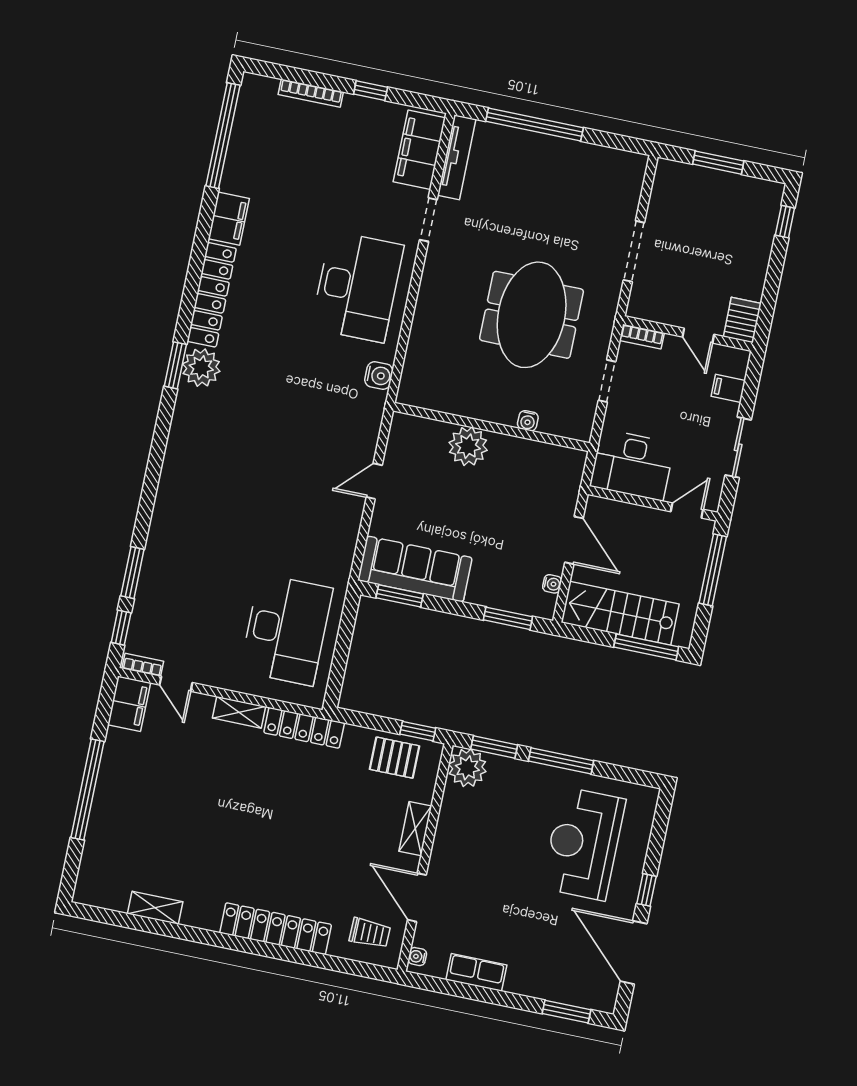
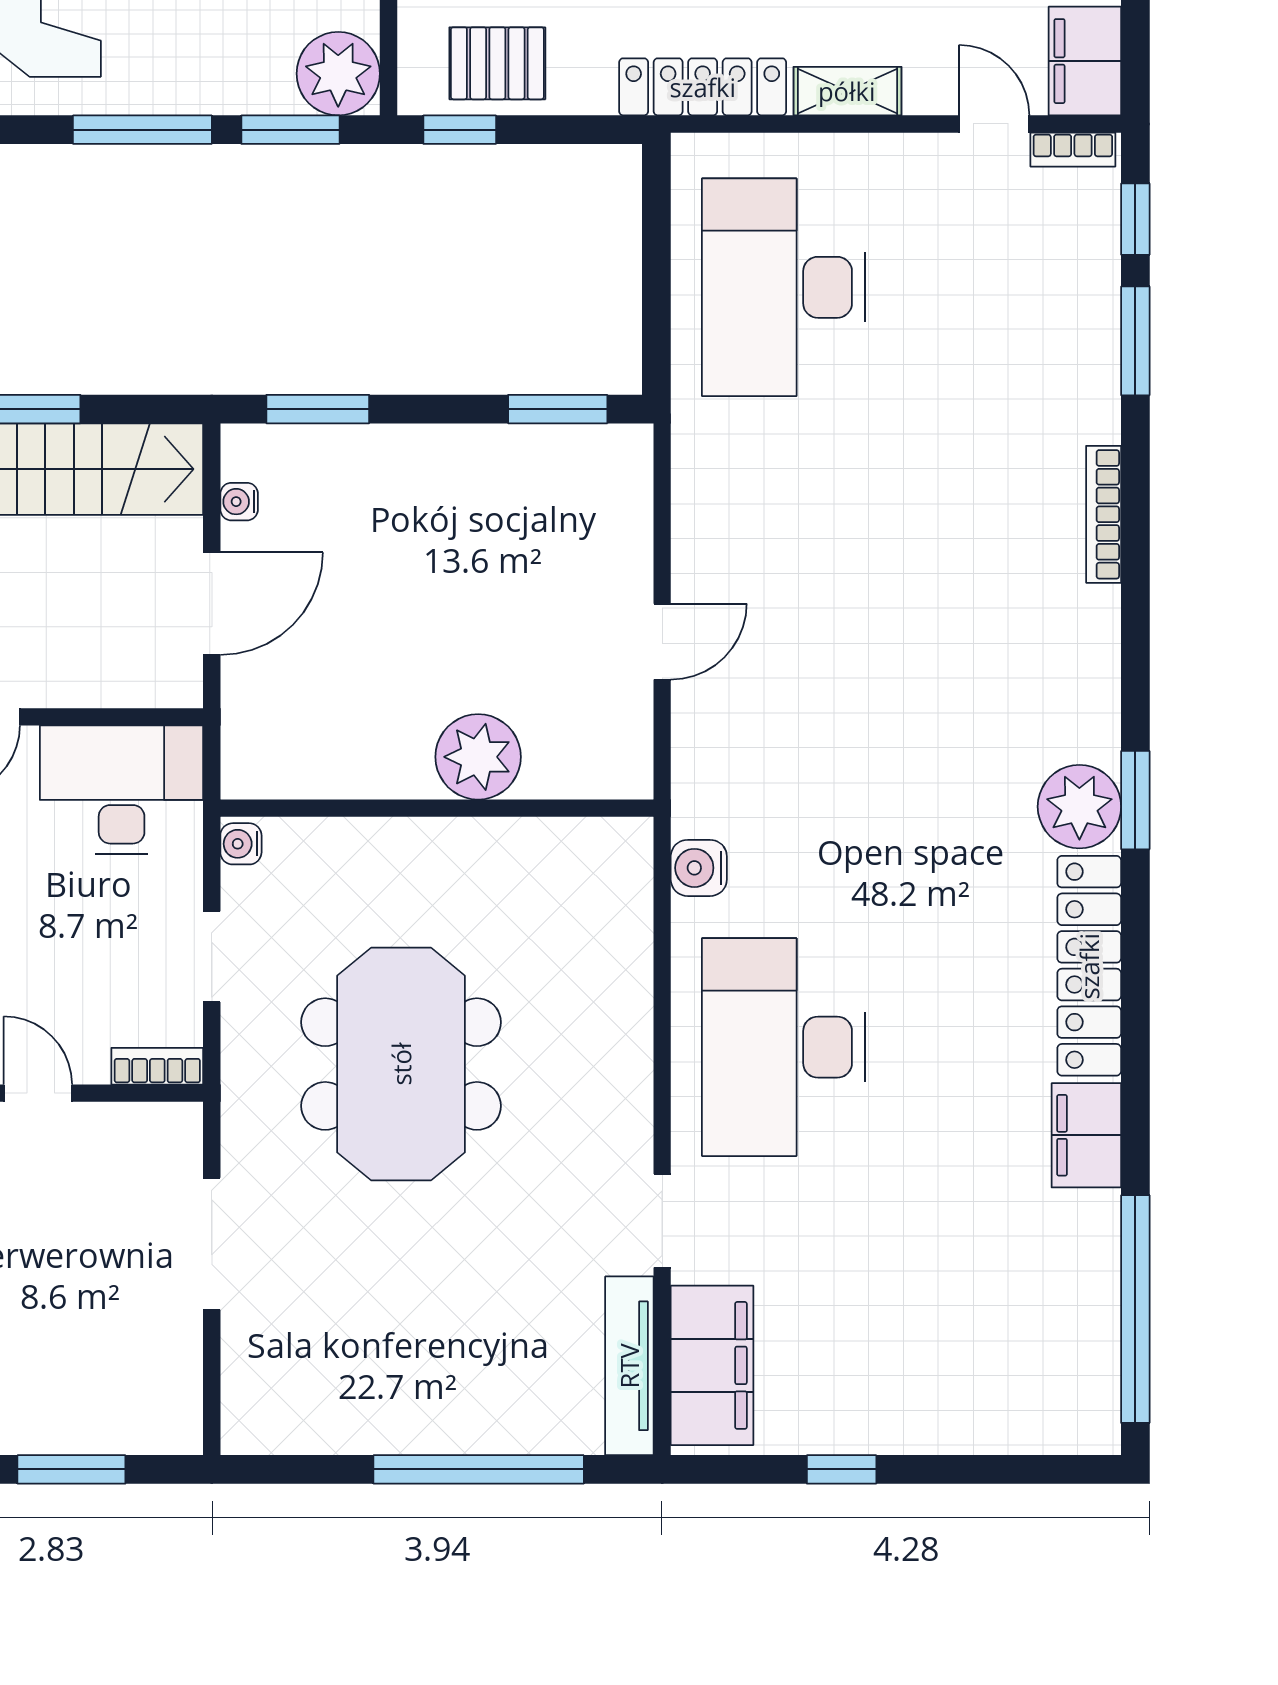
bookcase: (311, 93) -> (1104, 514), moved, turned -90
water cooler: (528, 421) -> (241, 844), moved, turned -90
door: (574, 540) -> (212, 604), swing flipped
sofa: (415, 569) -> (537, 473), removed

